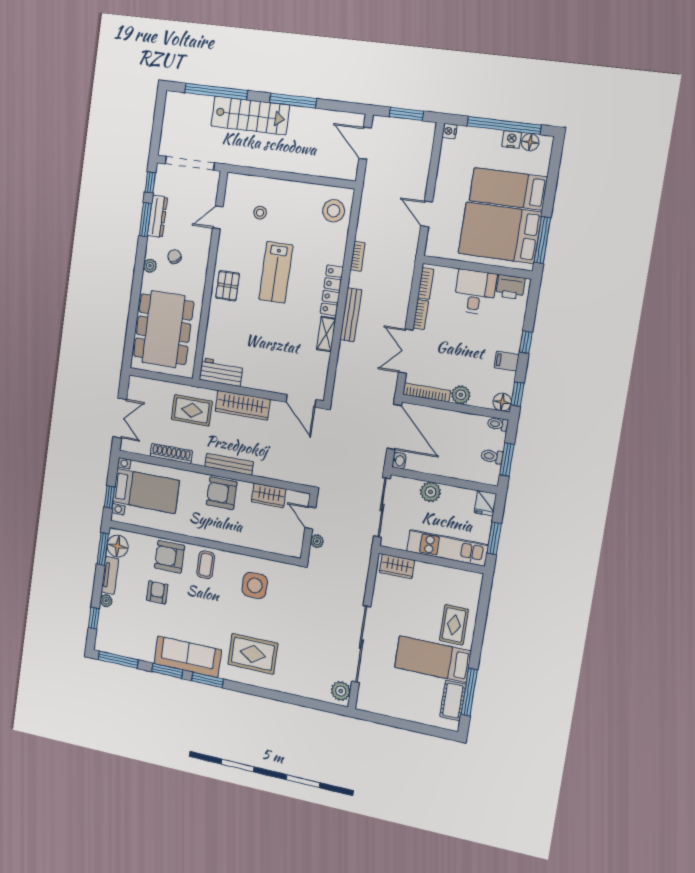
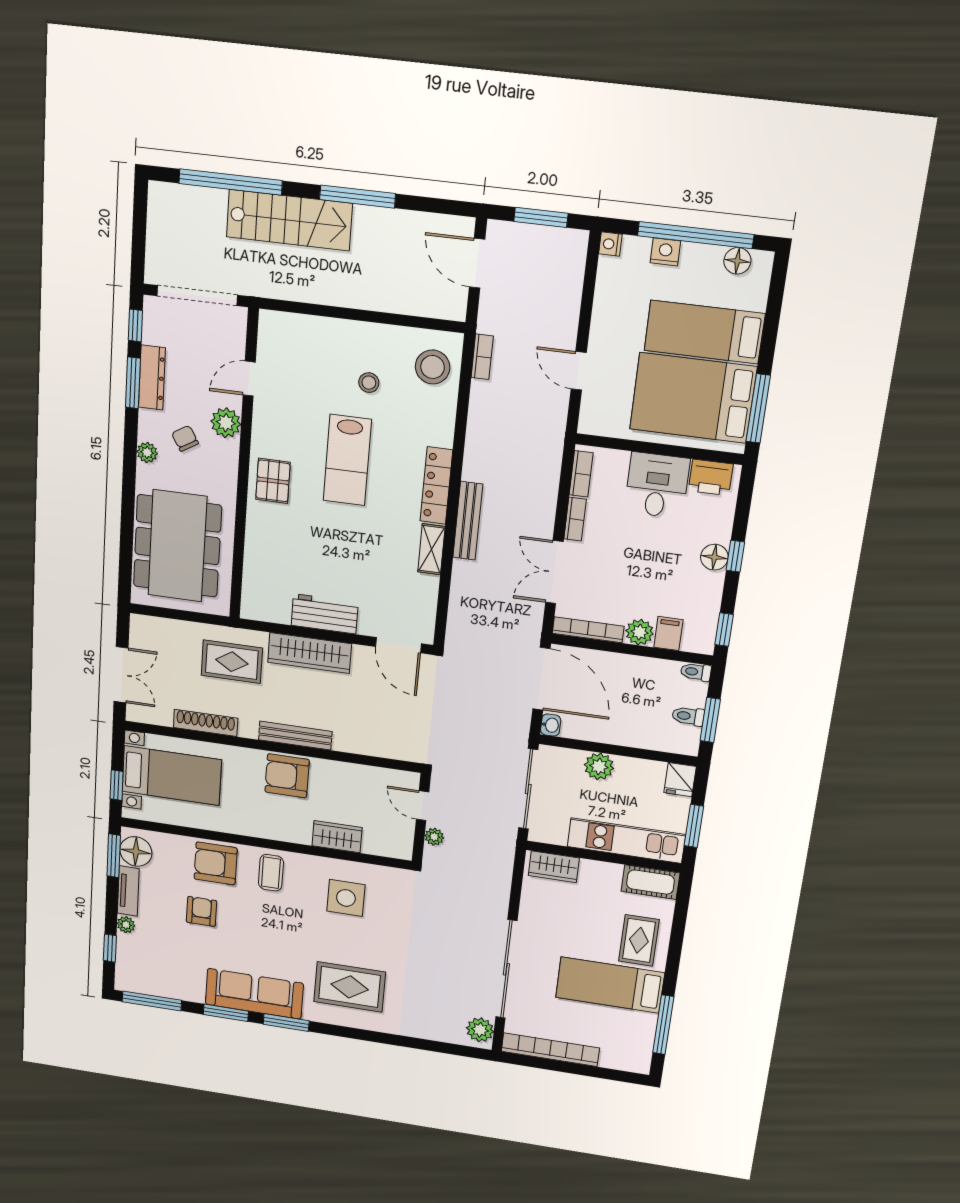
nightstand: (512, 139) -> (665, 252), moved
stool: (260, 213) -> (369, 383), moved
plant: (201, 246) -> (226, 423), added
bookcase: (358, 256) -> (482, 357), moved
filing cabinet: (507, 361) -> (668, 634), moved, turned 90
workbench: (221, 372) -> (325, 614), moved
floor lamp: (502, 402) -> (714, 557), moved
wardrobe: (269, 495) -> (337, 837), moved, turned 180
cot: (453, 701) -> (650, 882), moved, turned 90
bookcase: (389, 709) -> (550, 1050), added

